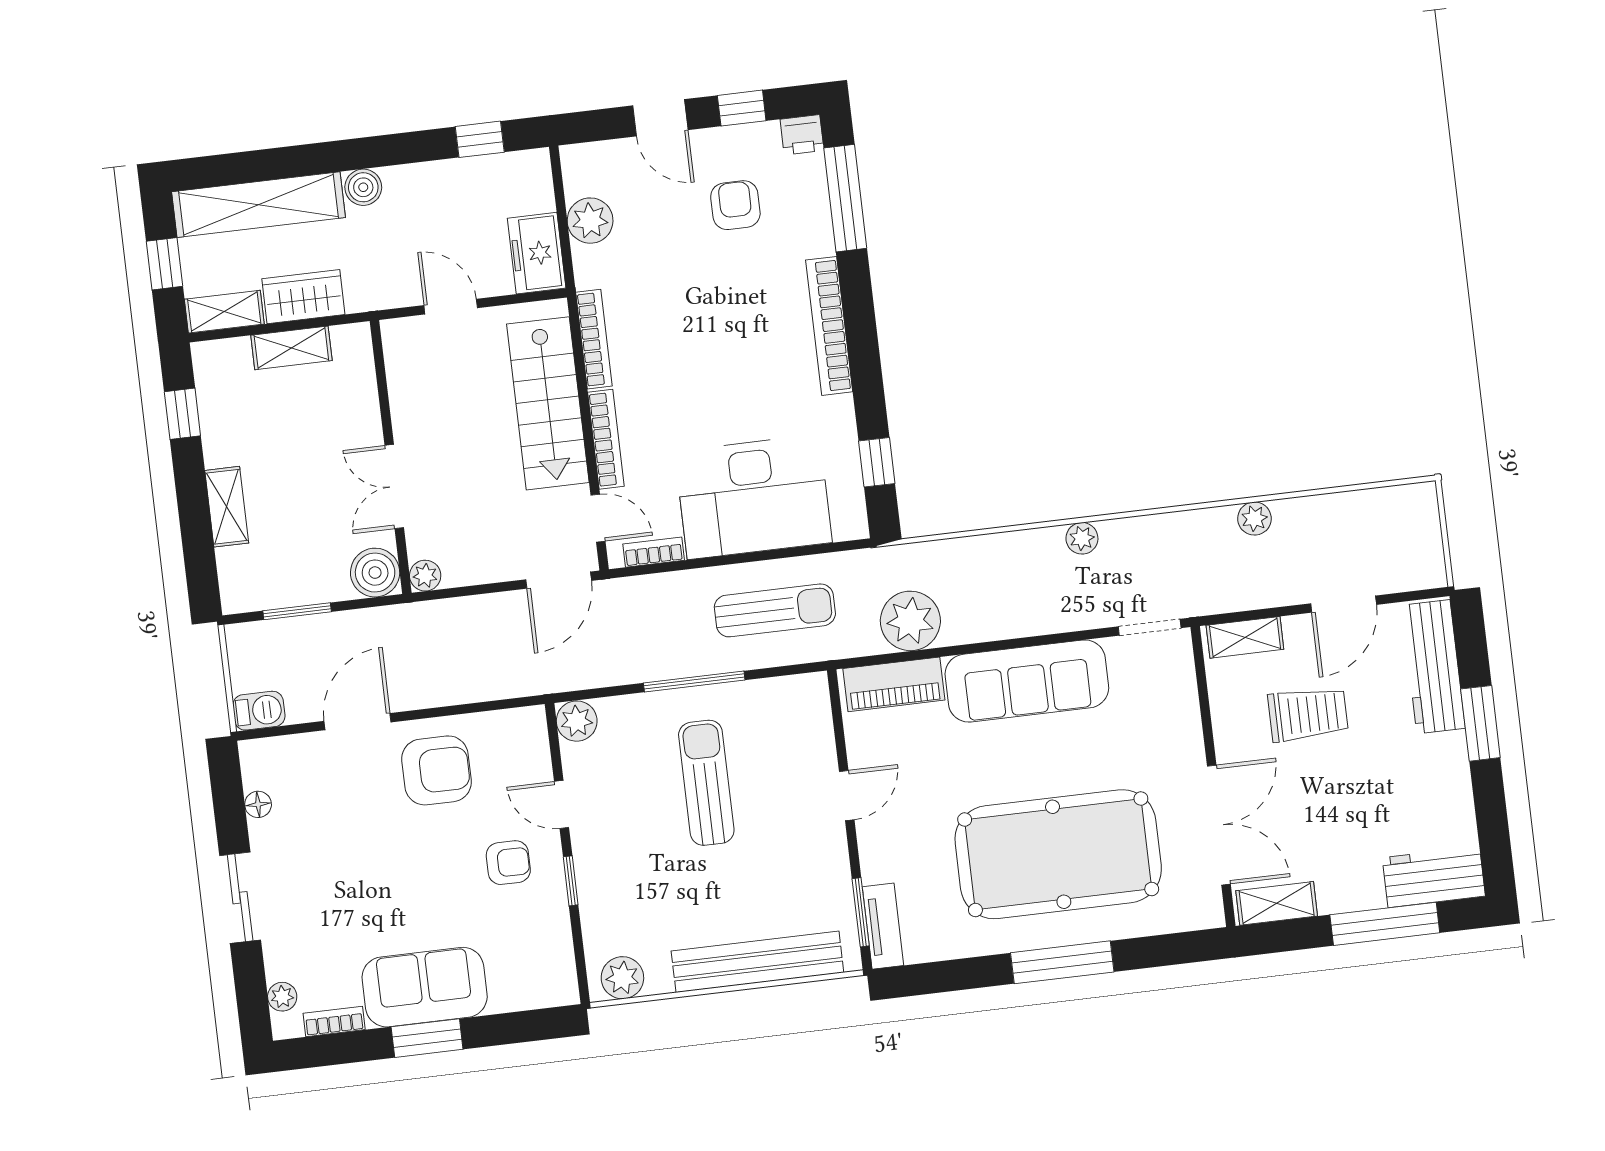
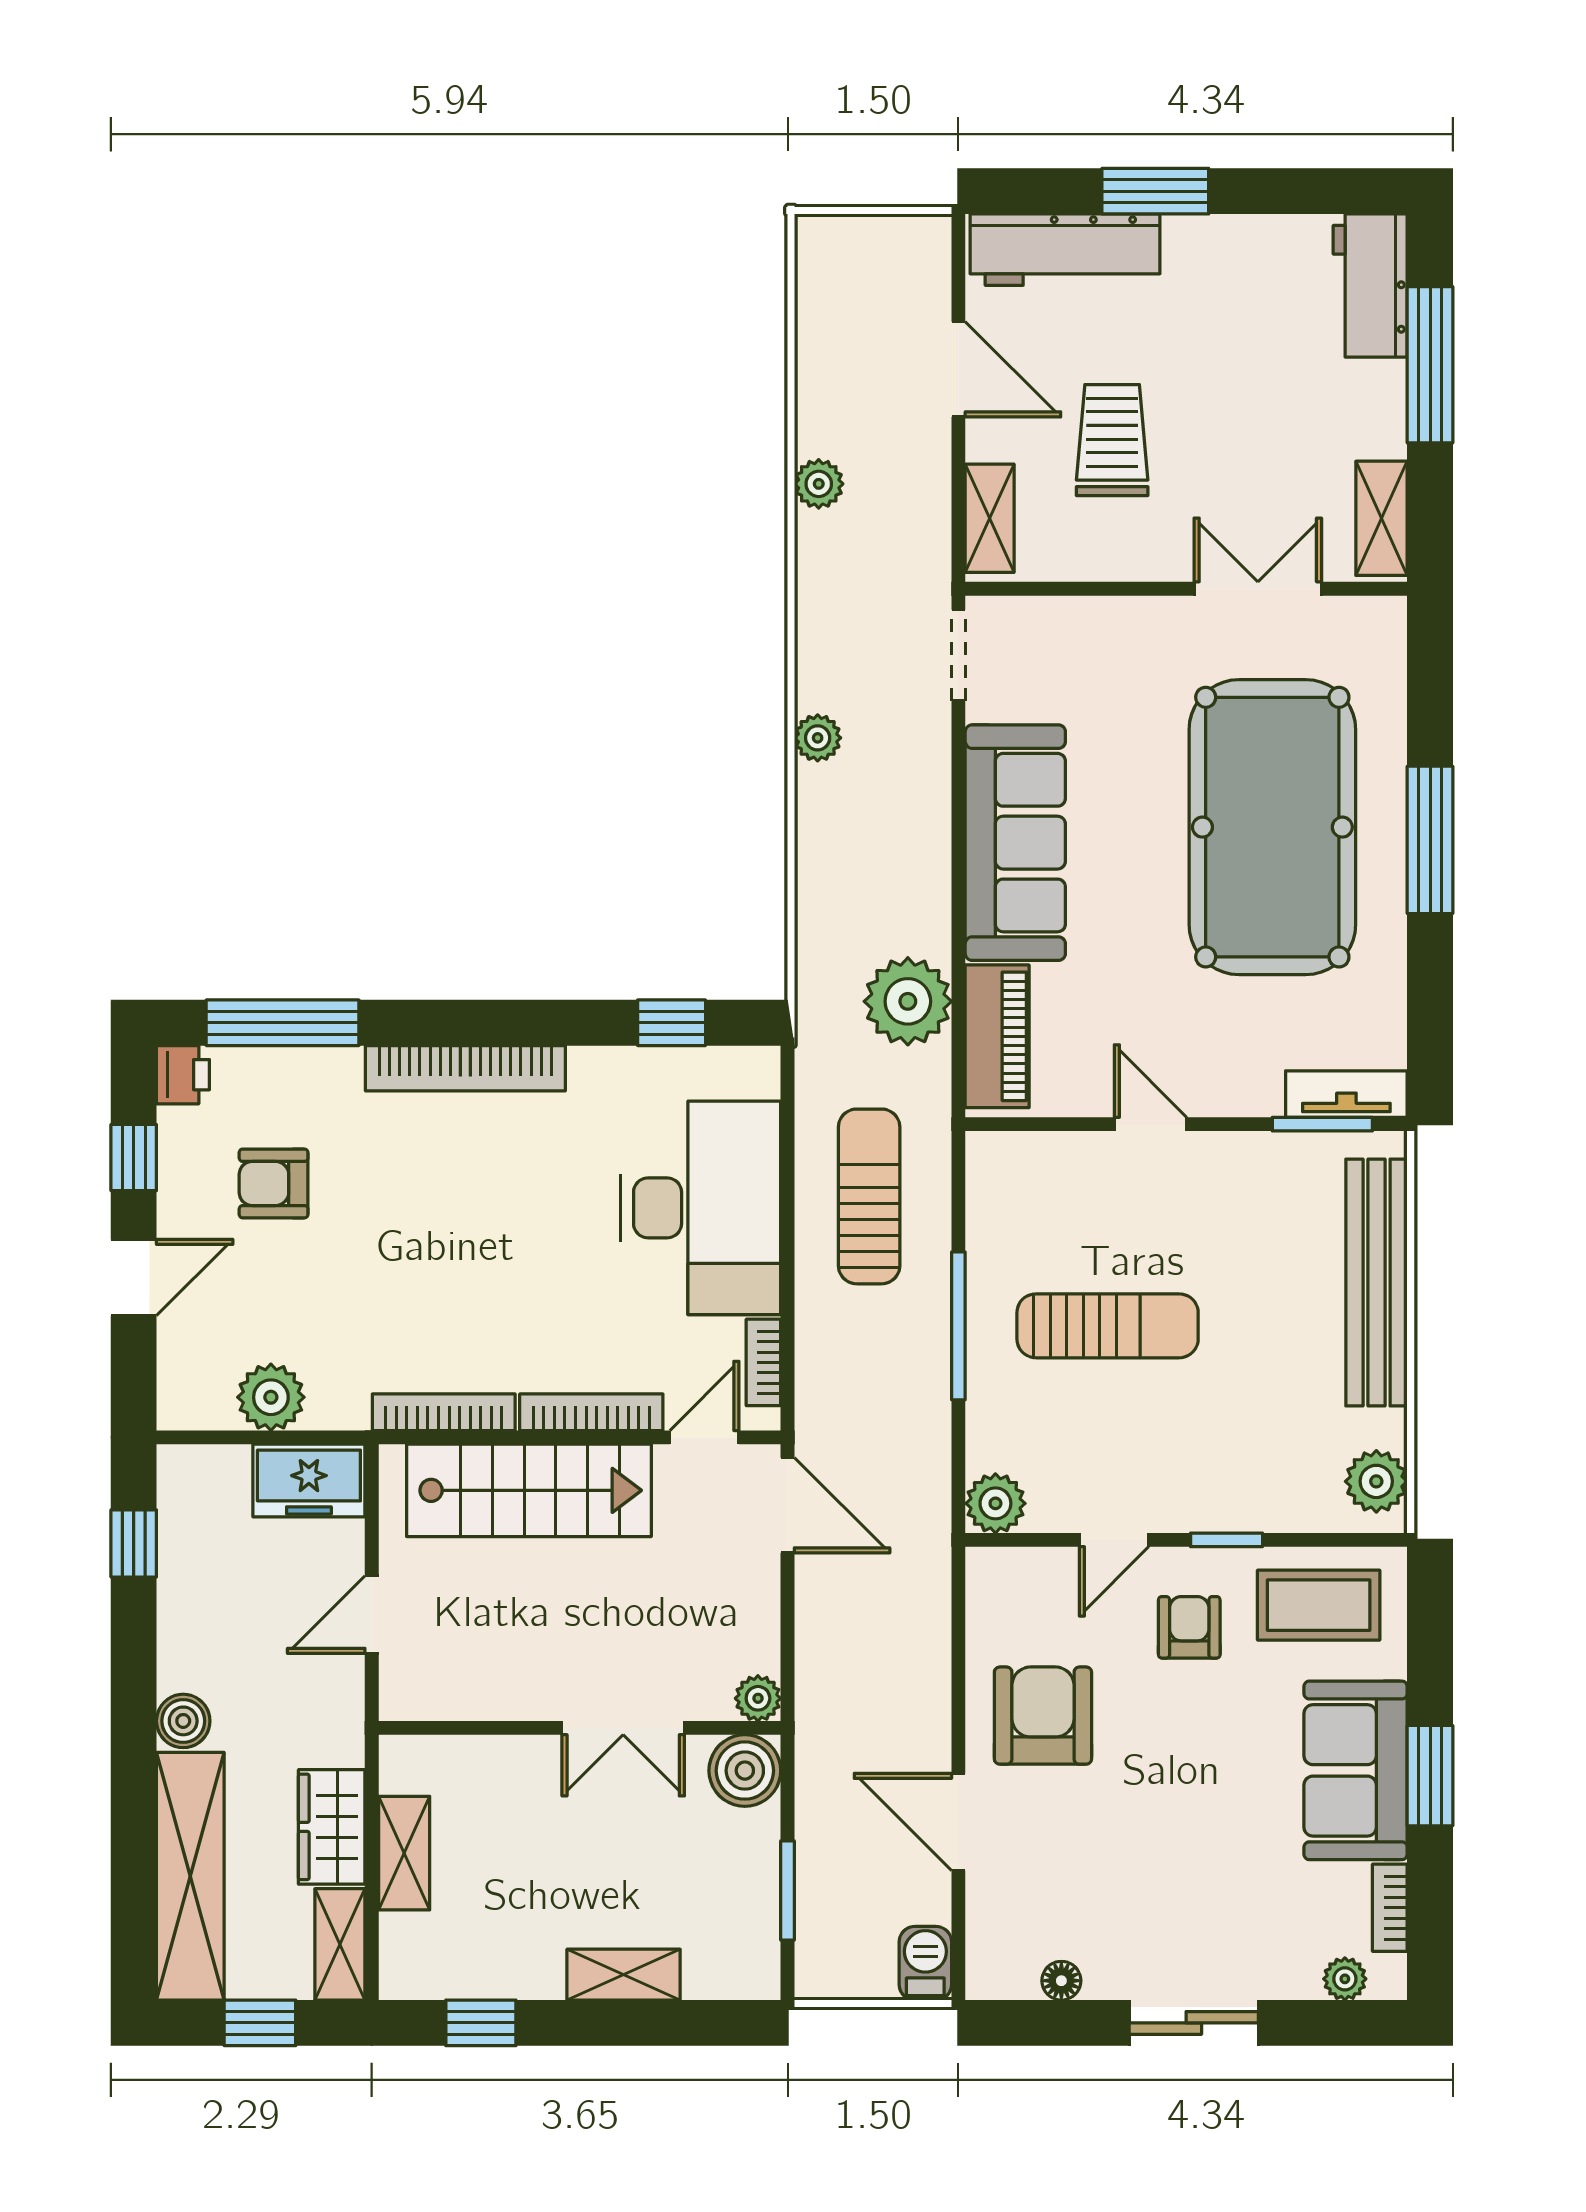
sun lounger: (706, 783) -> (1108, 1326), turned 180
double door: (1219, 825) -> (1258, 589), width x0.73
coffee table: (534, 949) -> (1319, 1605), added

